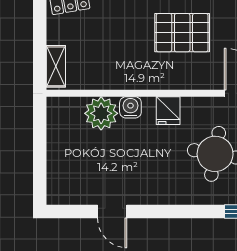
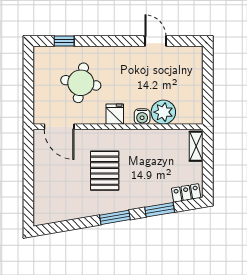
pallet: (182, 33) -> (105, 171), turned 90

